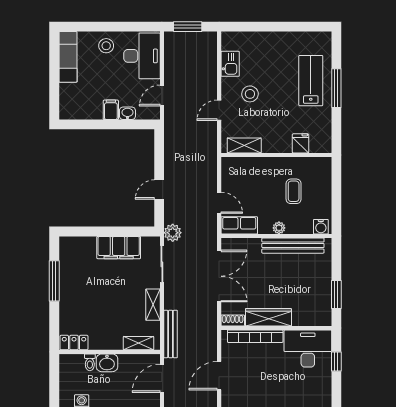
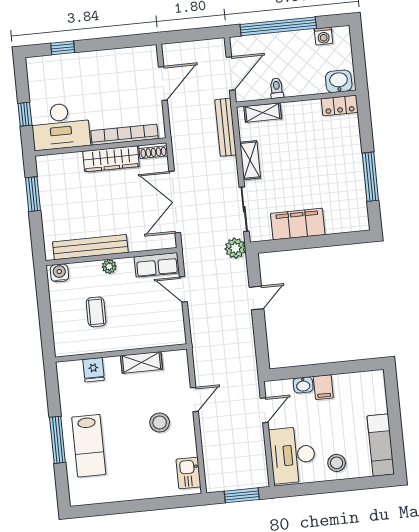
kitchen sink: (230, 64) -> (188, 473), moved
shelving: (244, 145) -> (141, 362), moved
toilet: (90, 362) -> (277, 88), moved
washbasin: (107, 363) -> (339, 81), moved

